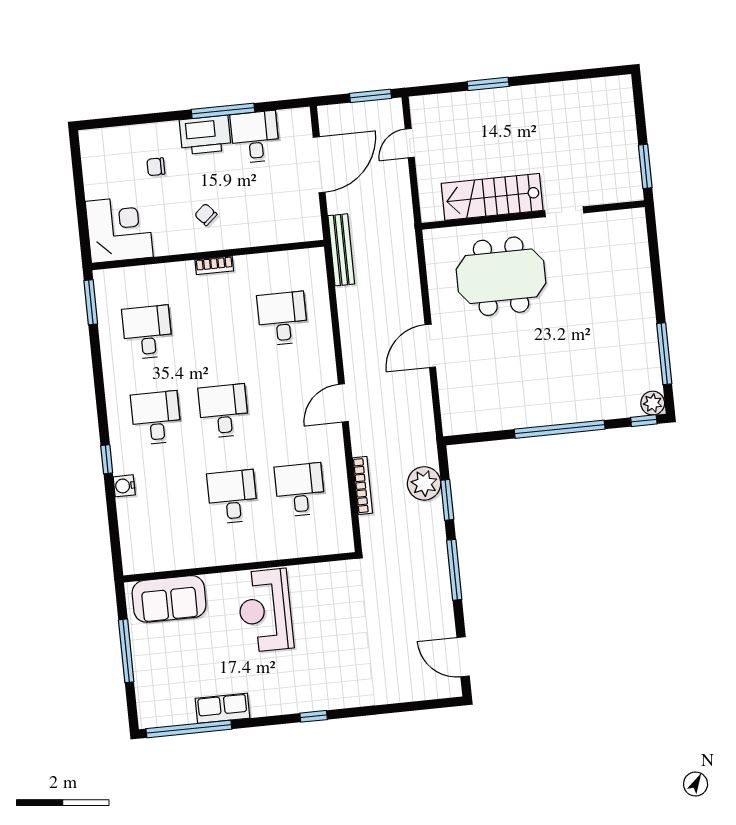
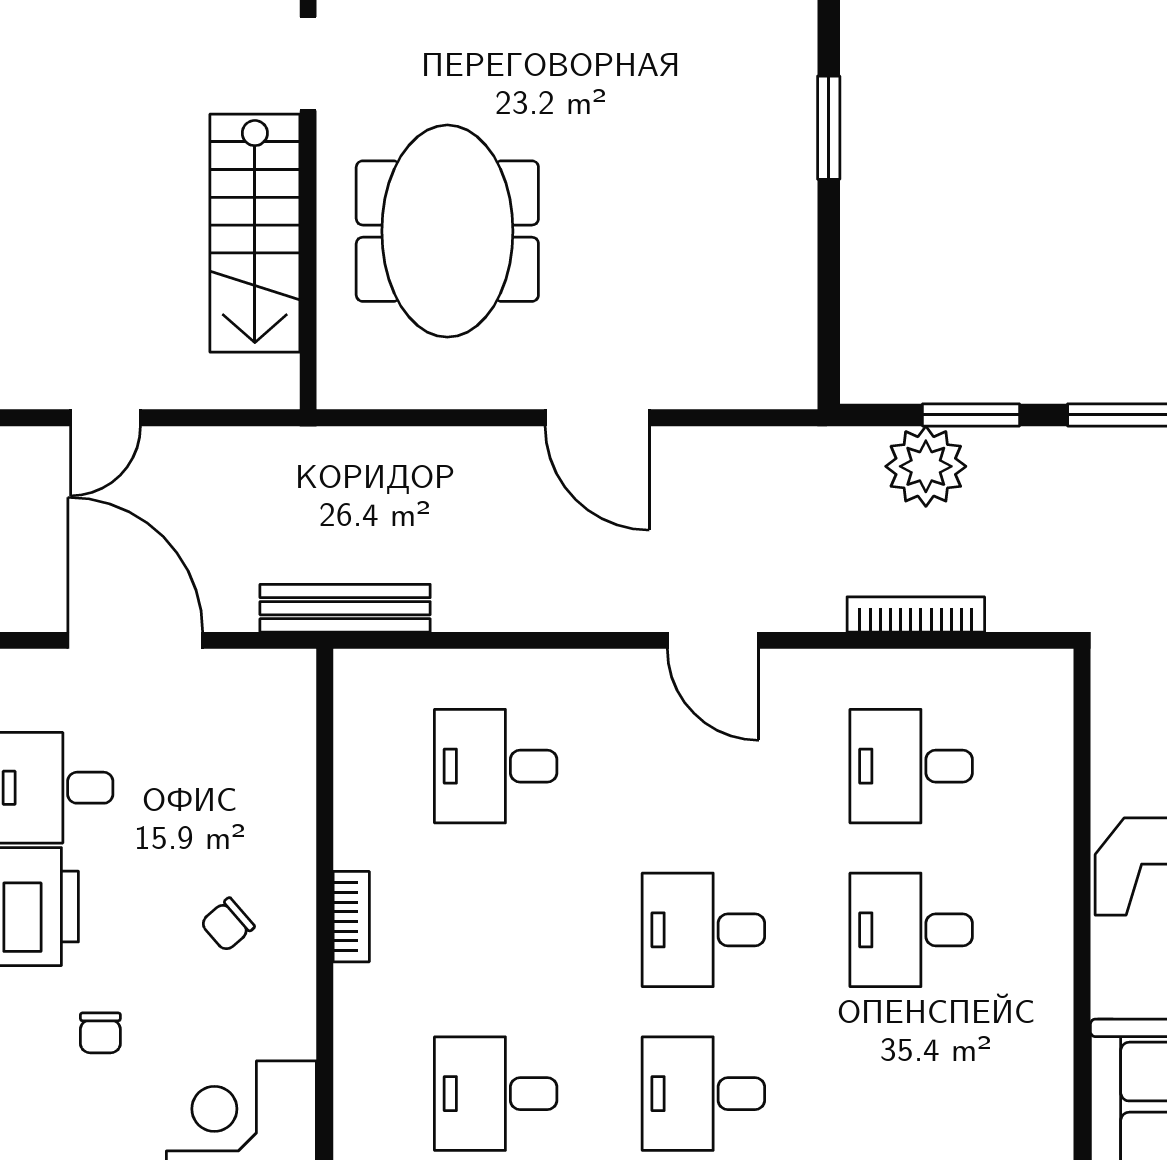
door: (410, 143) -> (106, 418), hinge flipped
window: (560, 429) -> (829, 128), width x0.47

